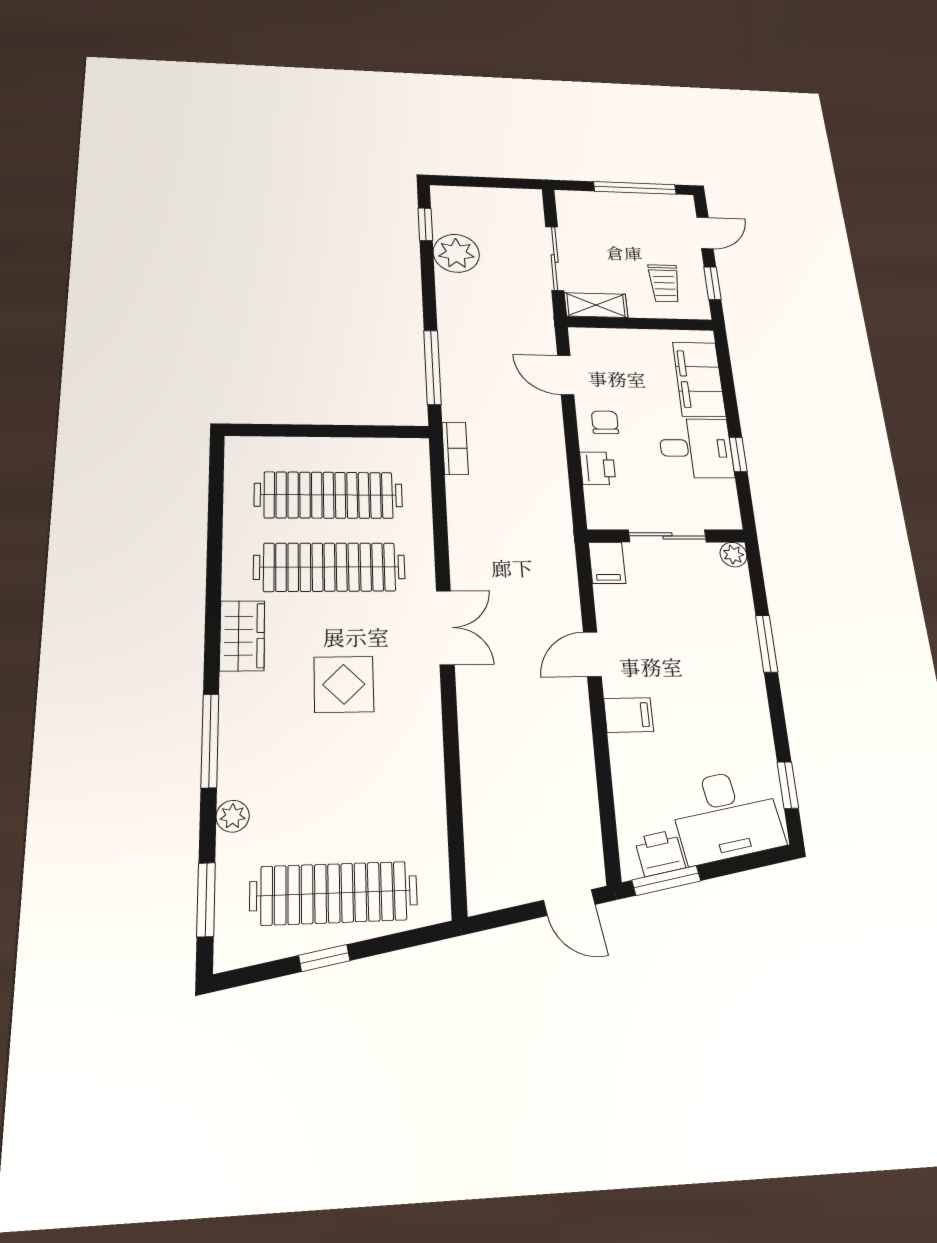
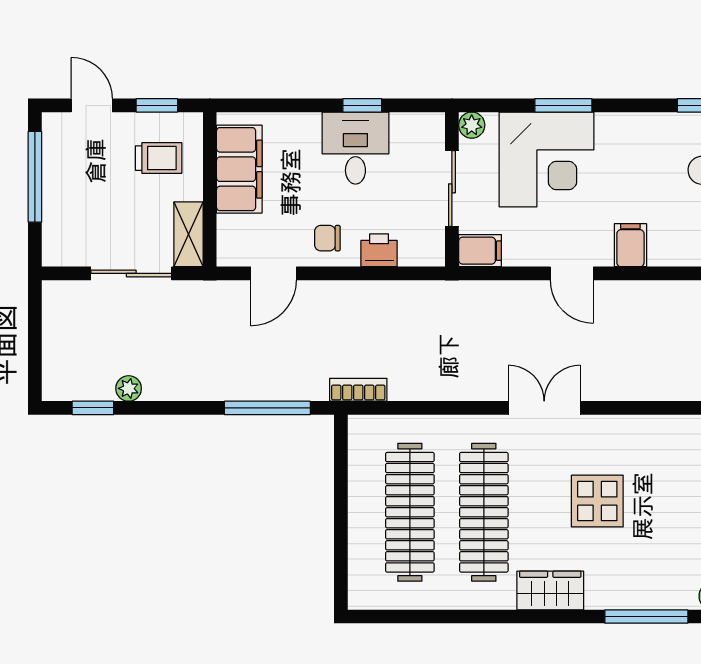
plant: (456, 253) -> (129, 388), width x0.53, depth x0.53
filing cabinet: (699, 379) -> (239, 169), moved, turned -90
corner desk: (709, 627) -> (546, 159), added

